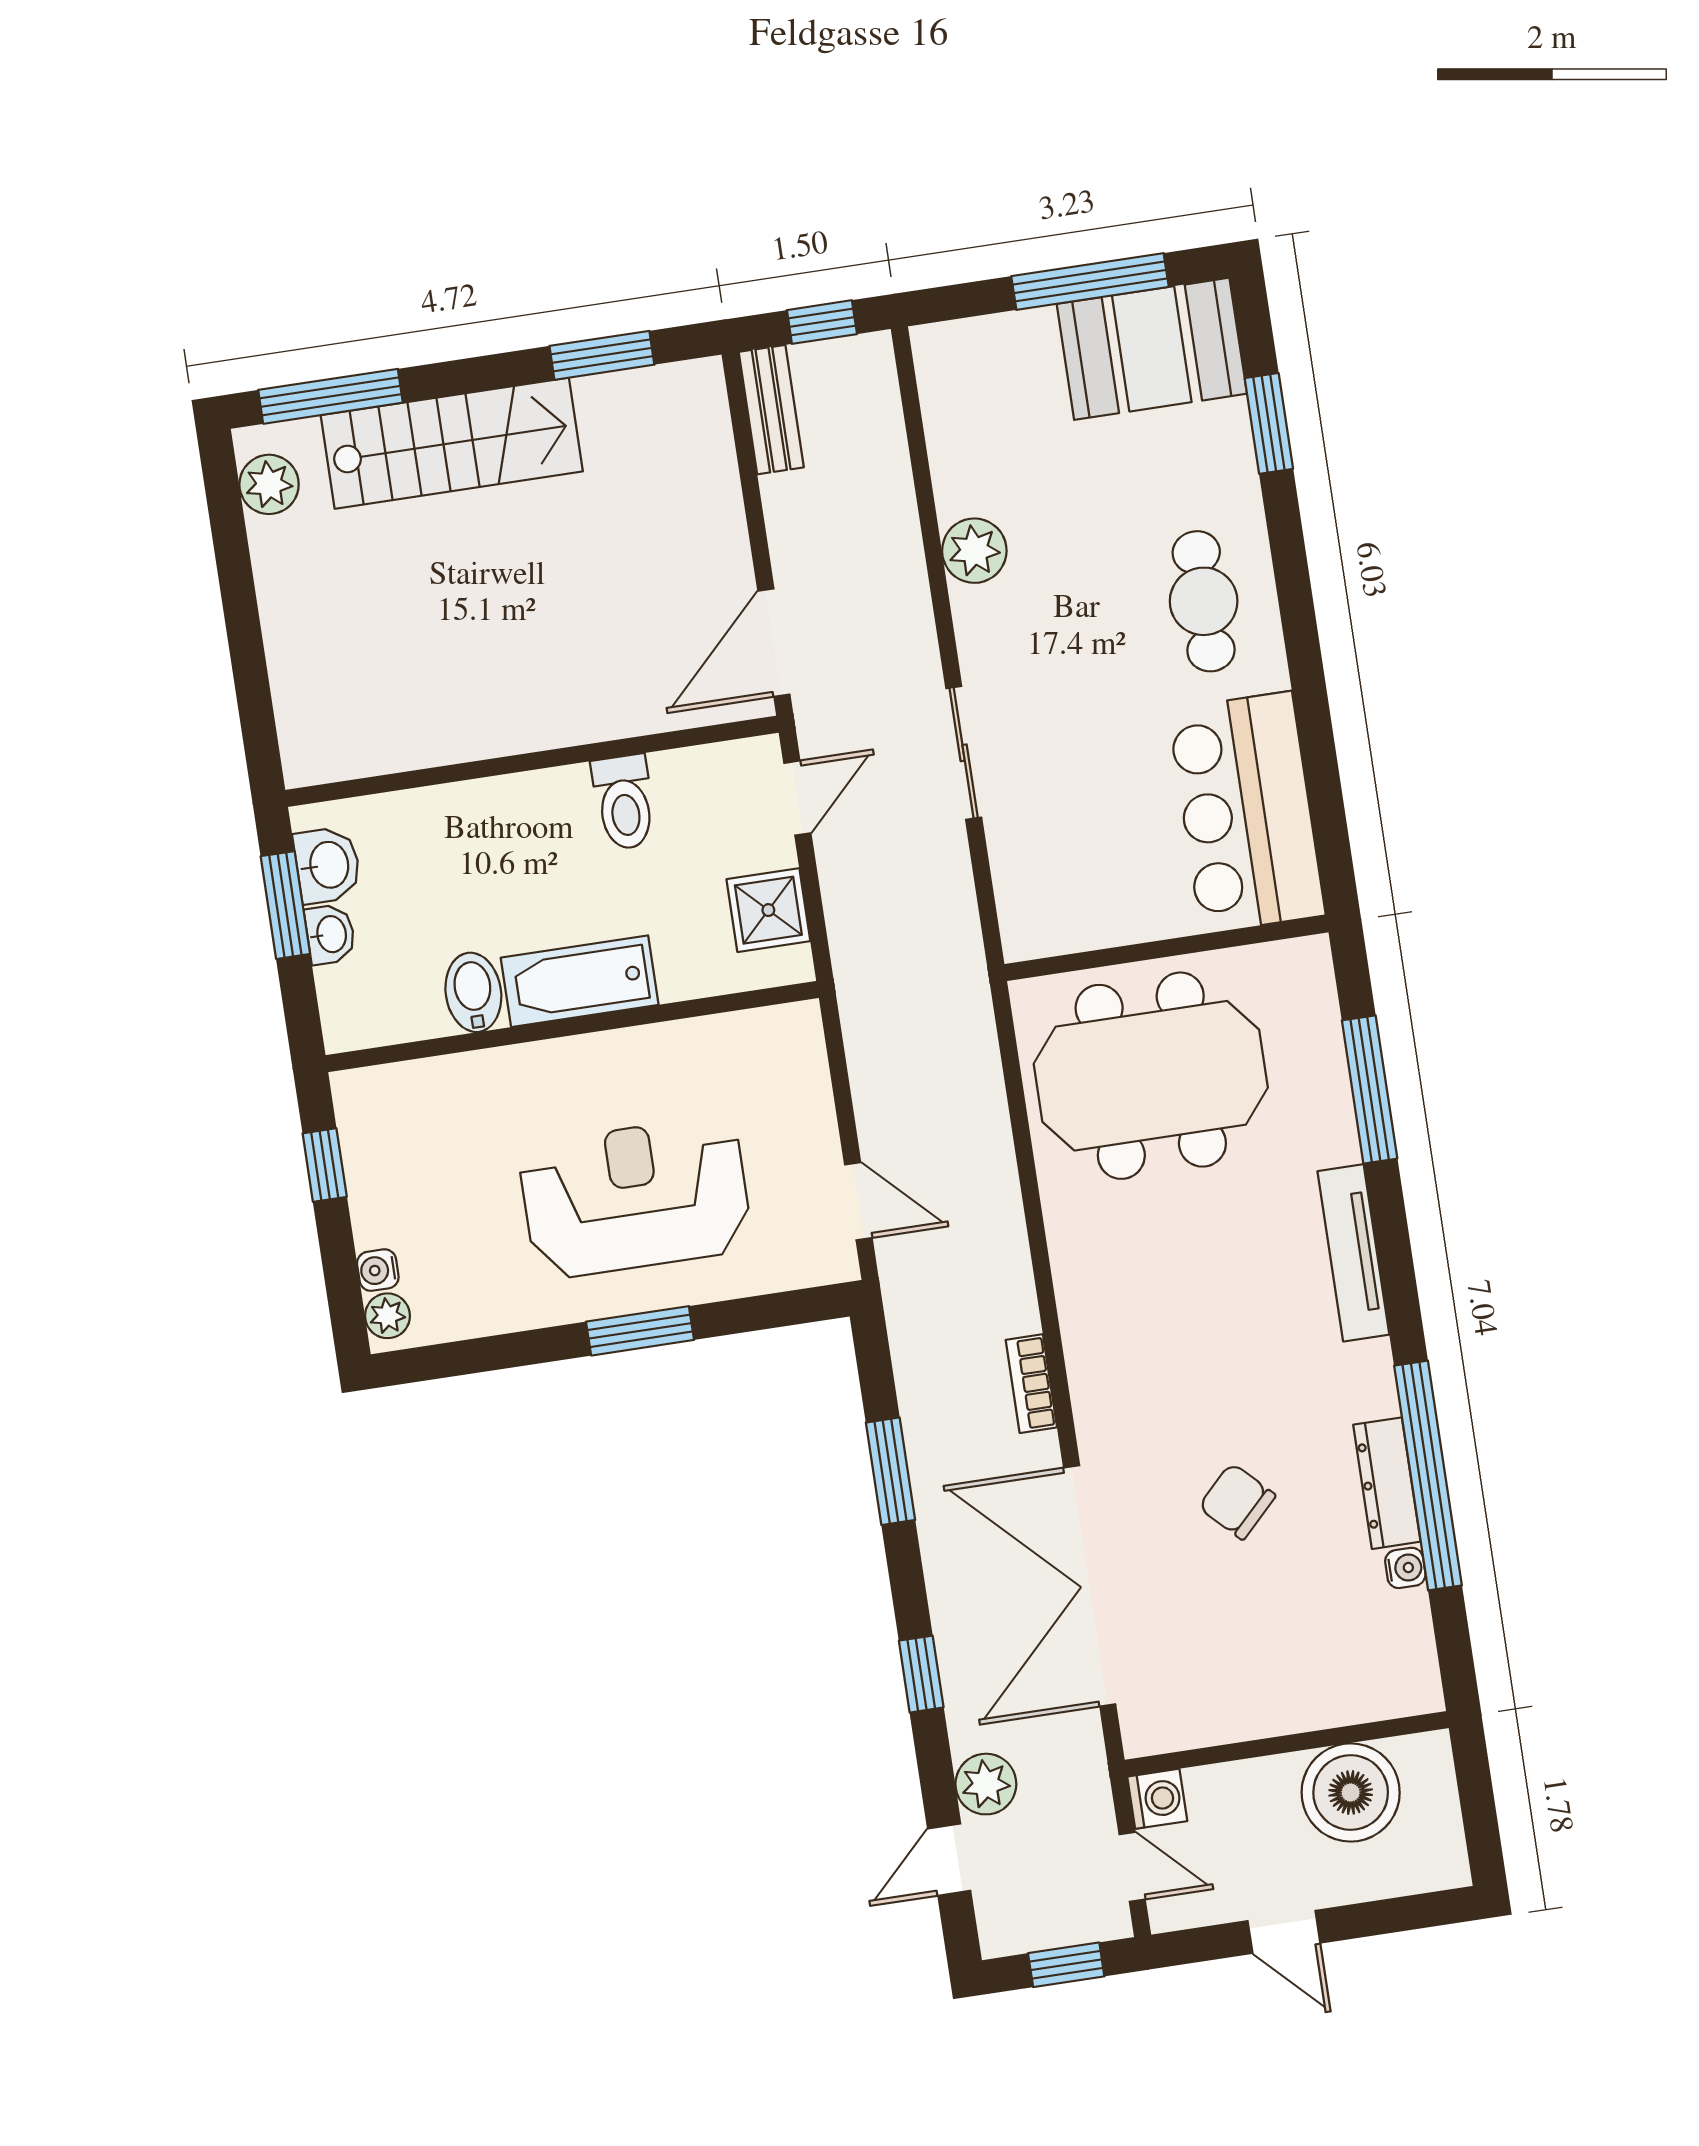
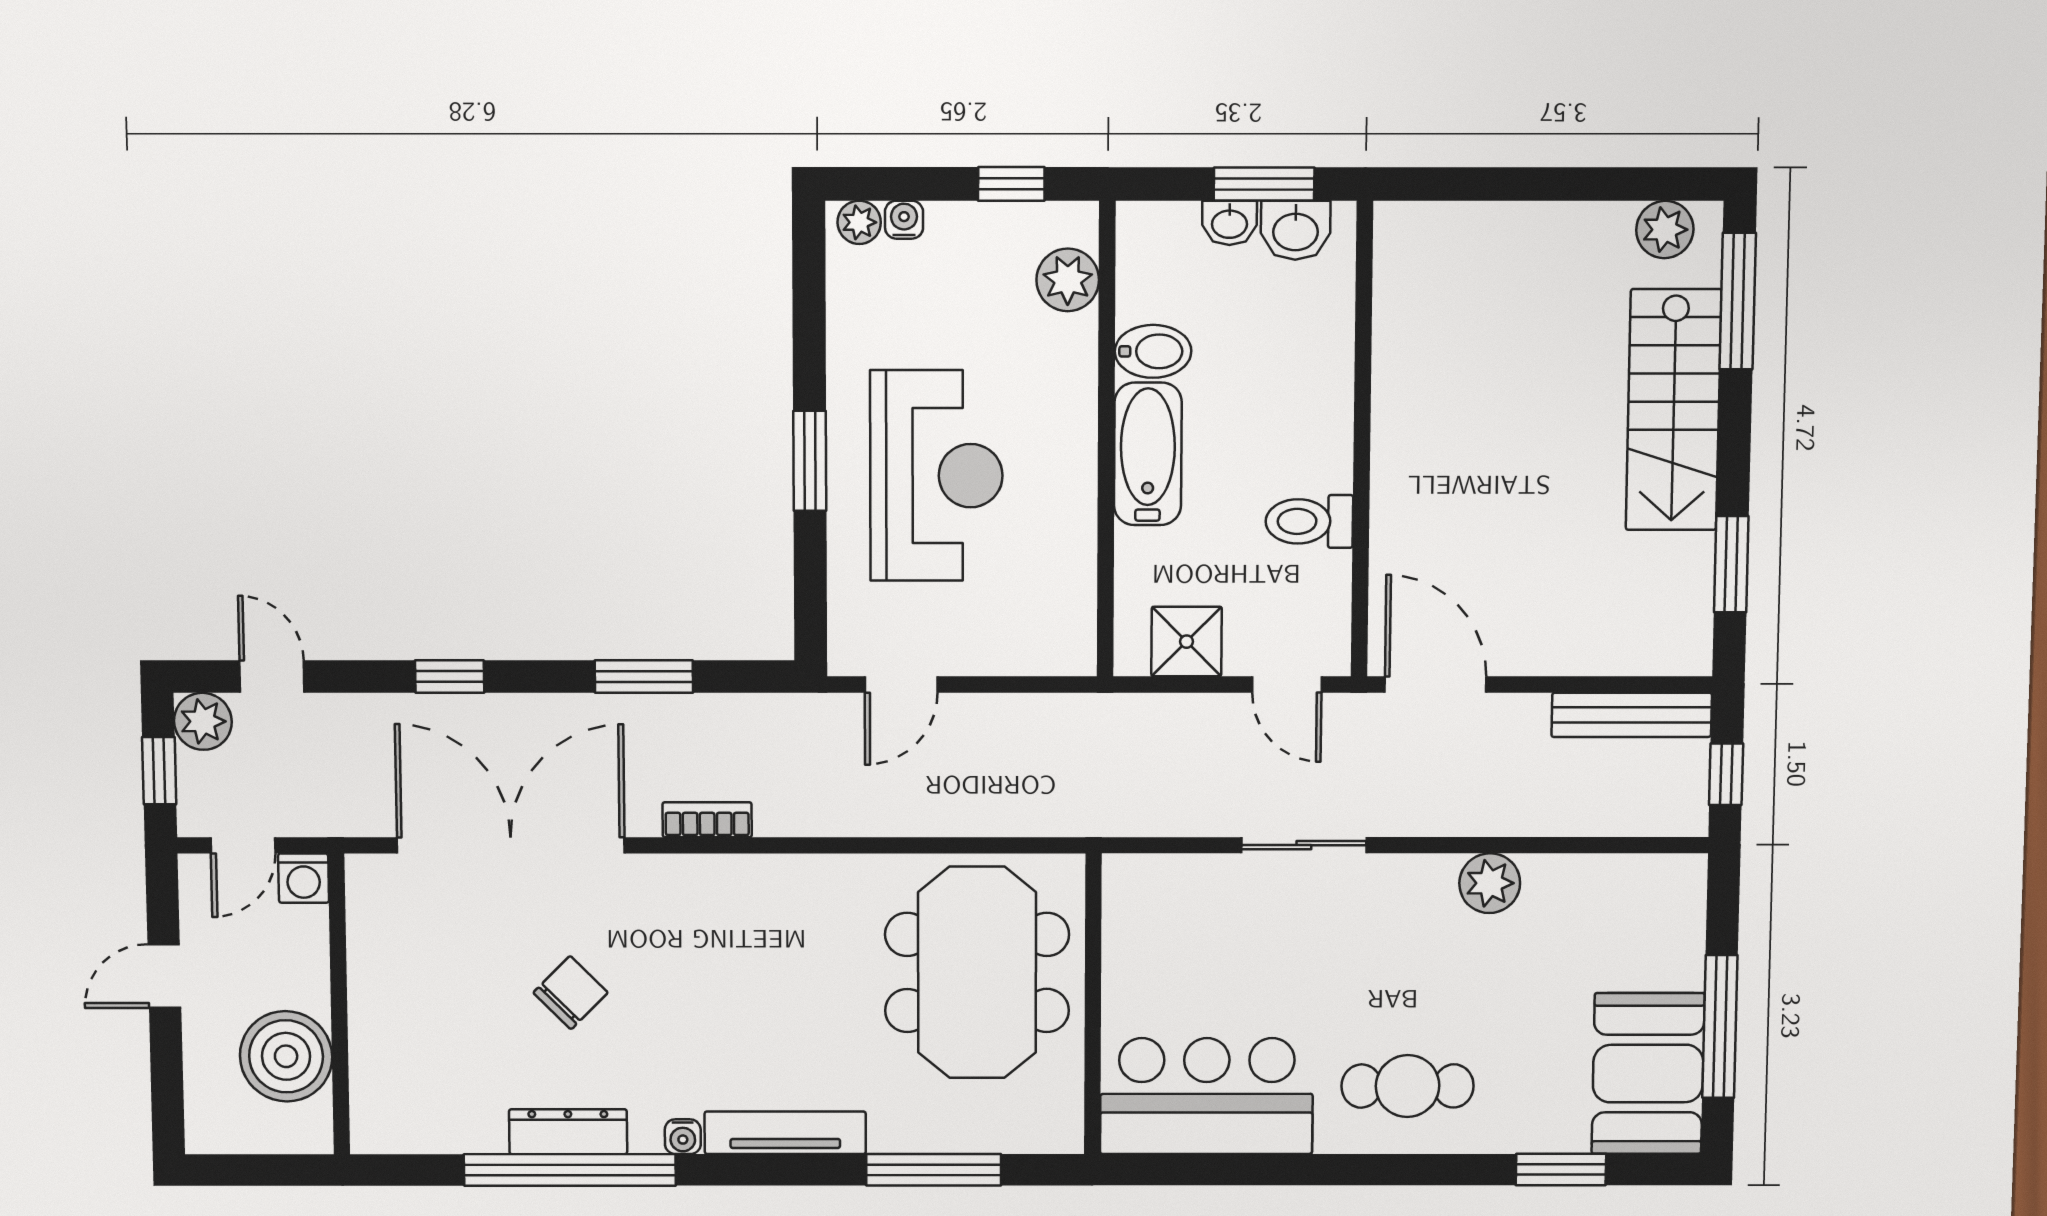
bench: (771, 410) -> (1632, 715), width x1.36
plant: (414, 1092) -> (1068, 280), added
water cooler: (1405, 1568) -> (683, 1137), moved
plant: (986, 1784) -> (203, 721), moved

